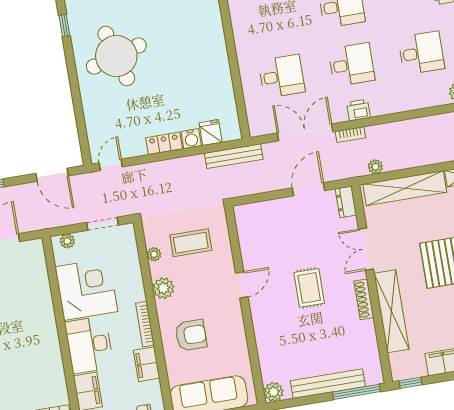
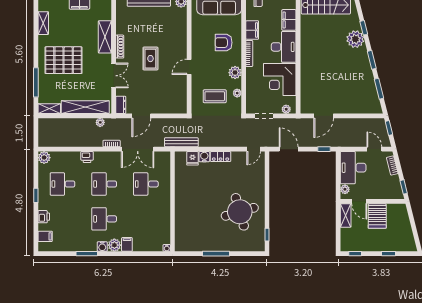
printer: (358, 110) -> (87, 157), moved
shelving: (391, 311) -> (105, 37), width x0.68

